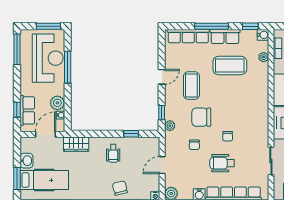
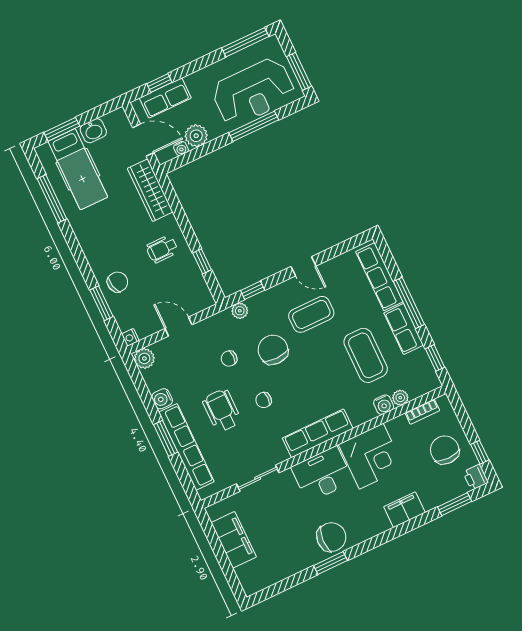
water cooler: (263, 35) -> (384, 405), moved
row of seats: (261, 114) -> (318, 433), added
wardrobe: (76, 144) -> (150, 190), width x1.50

